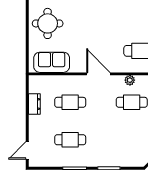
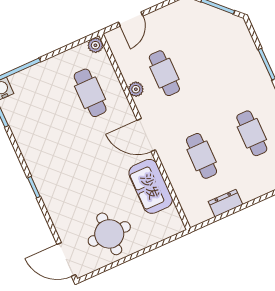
sofa: (52, 62) -> (151, 186), moved
door: (98, 74) -> (146, 135), hinge flipped

